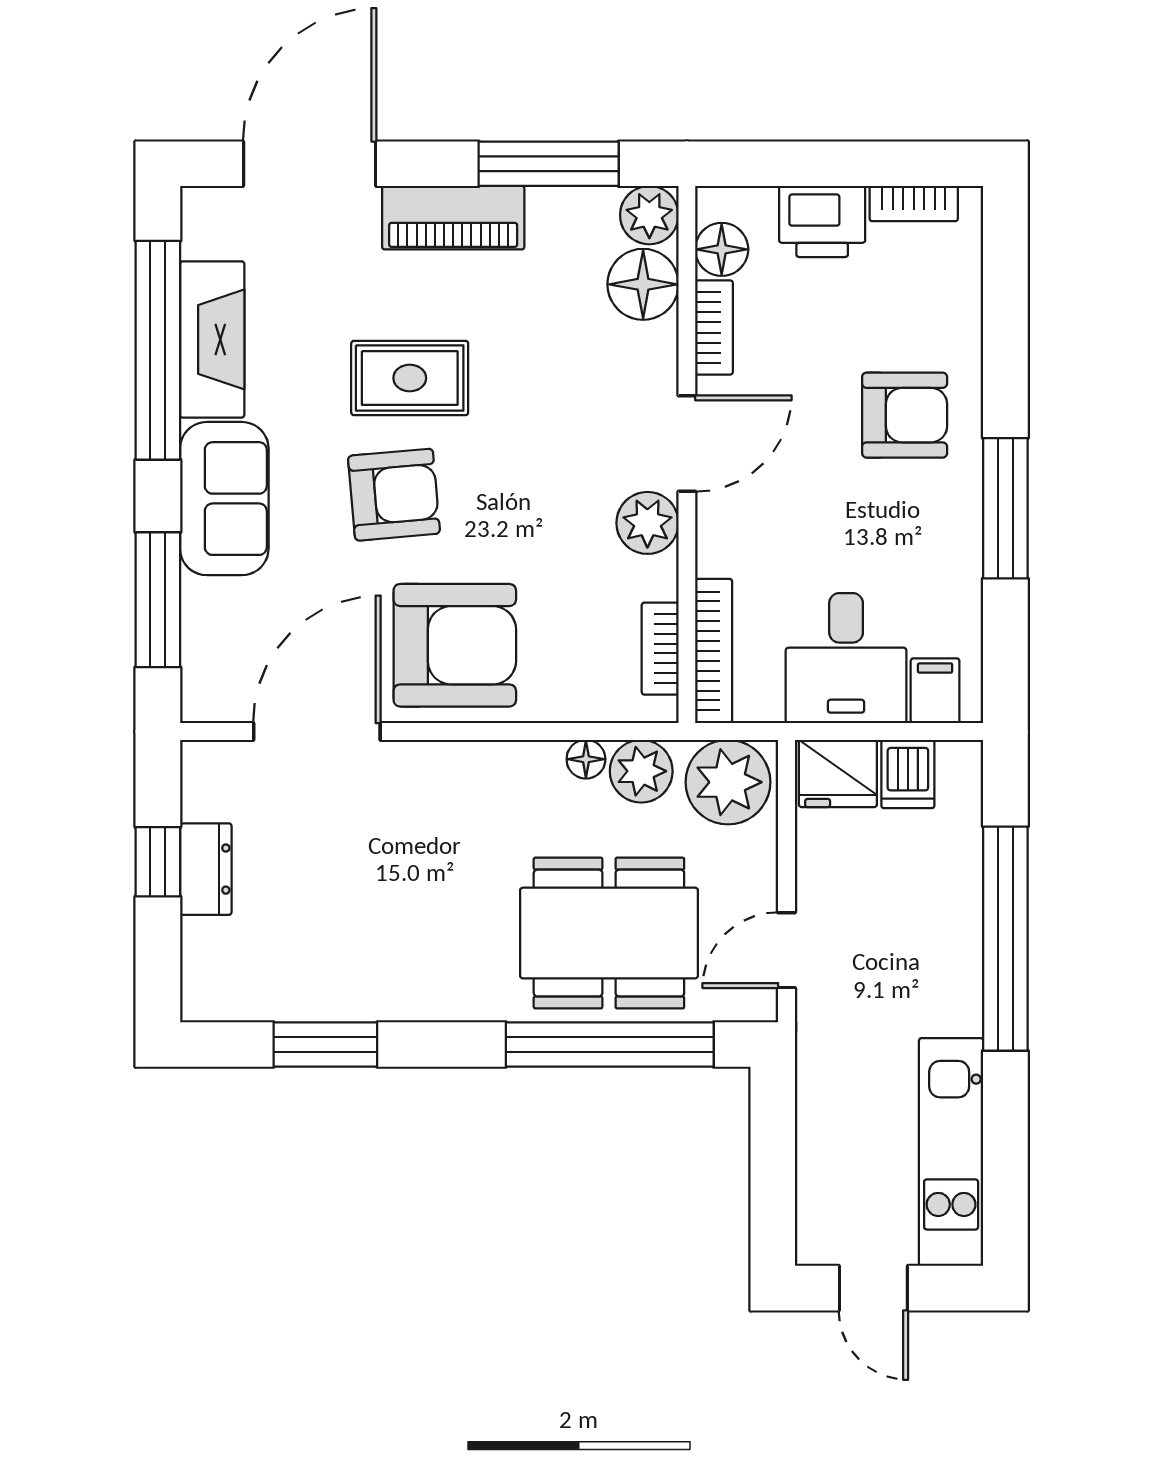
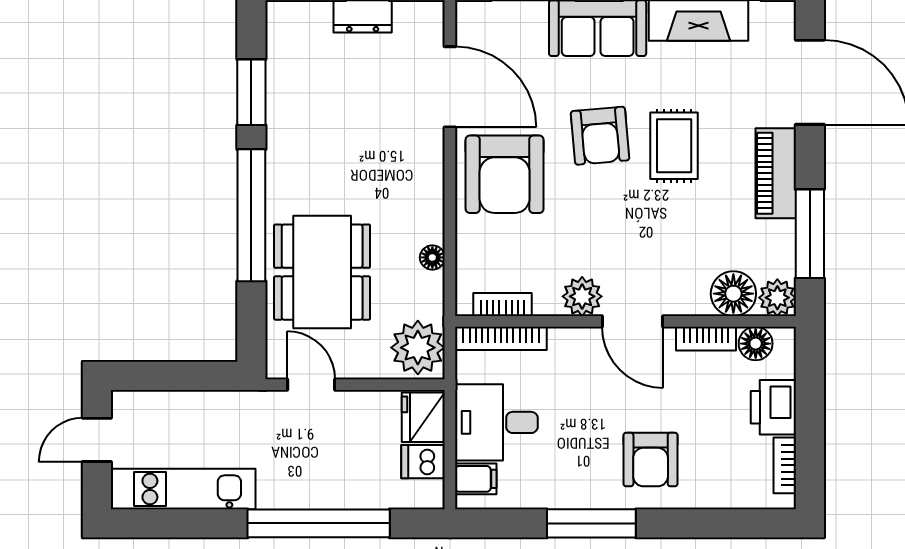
plant: (641, 771) -> (425, 293), removed
window: (610, 1044) -> (251, 215), moved

